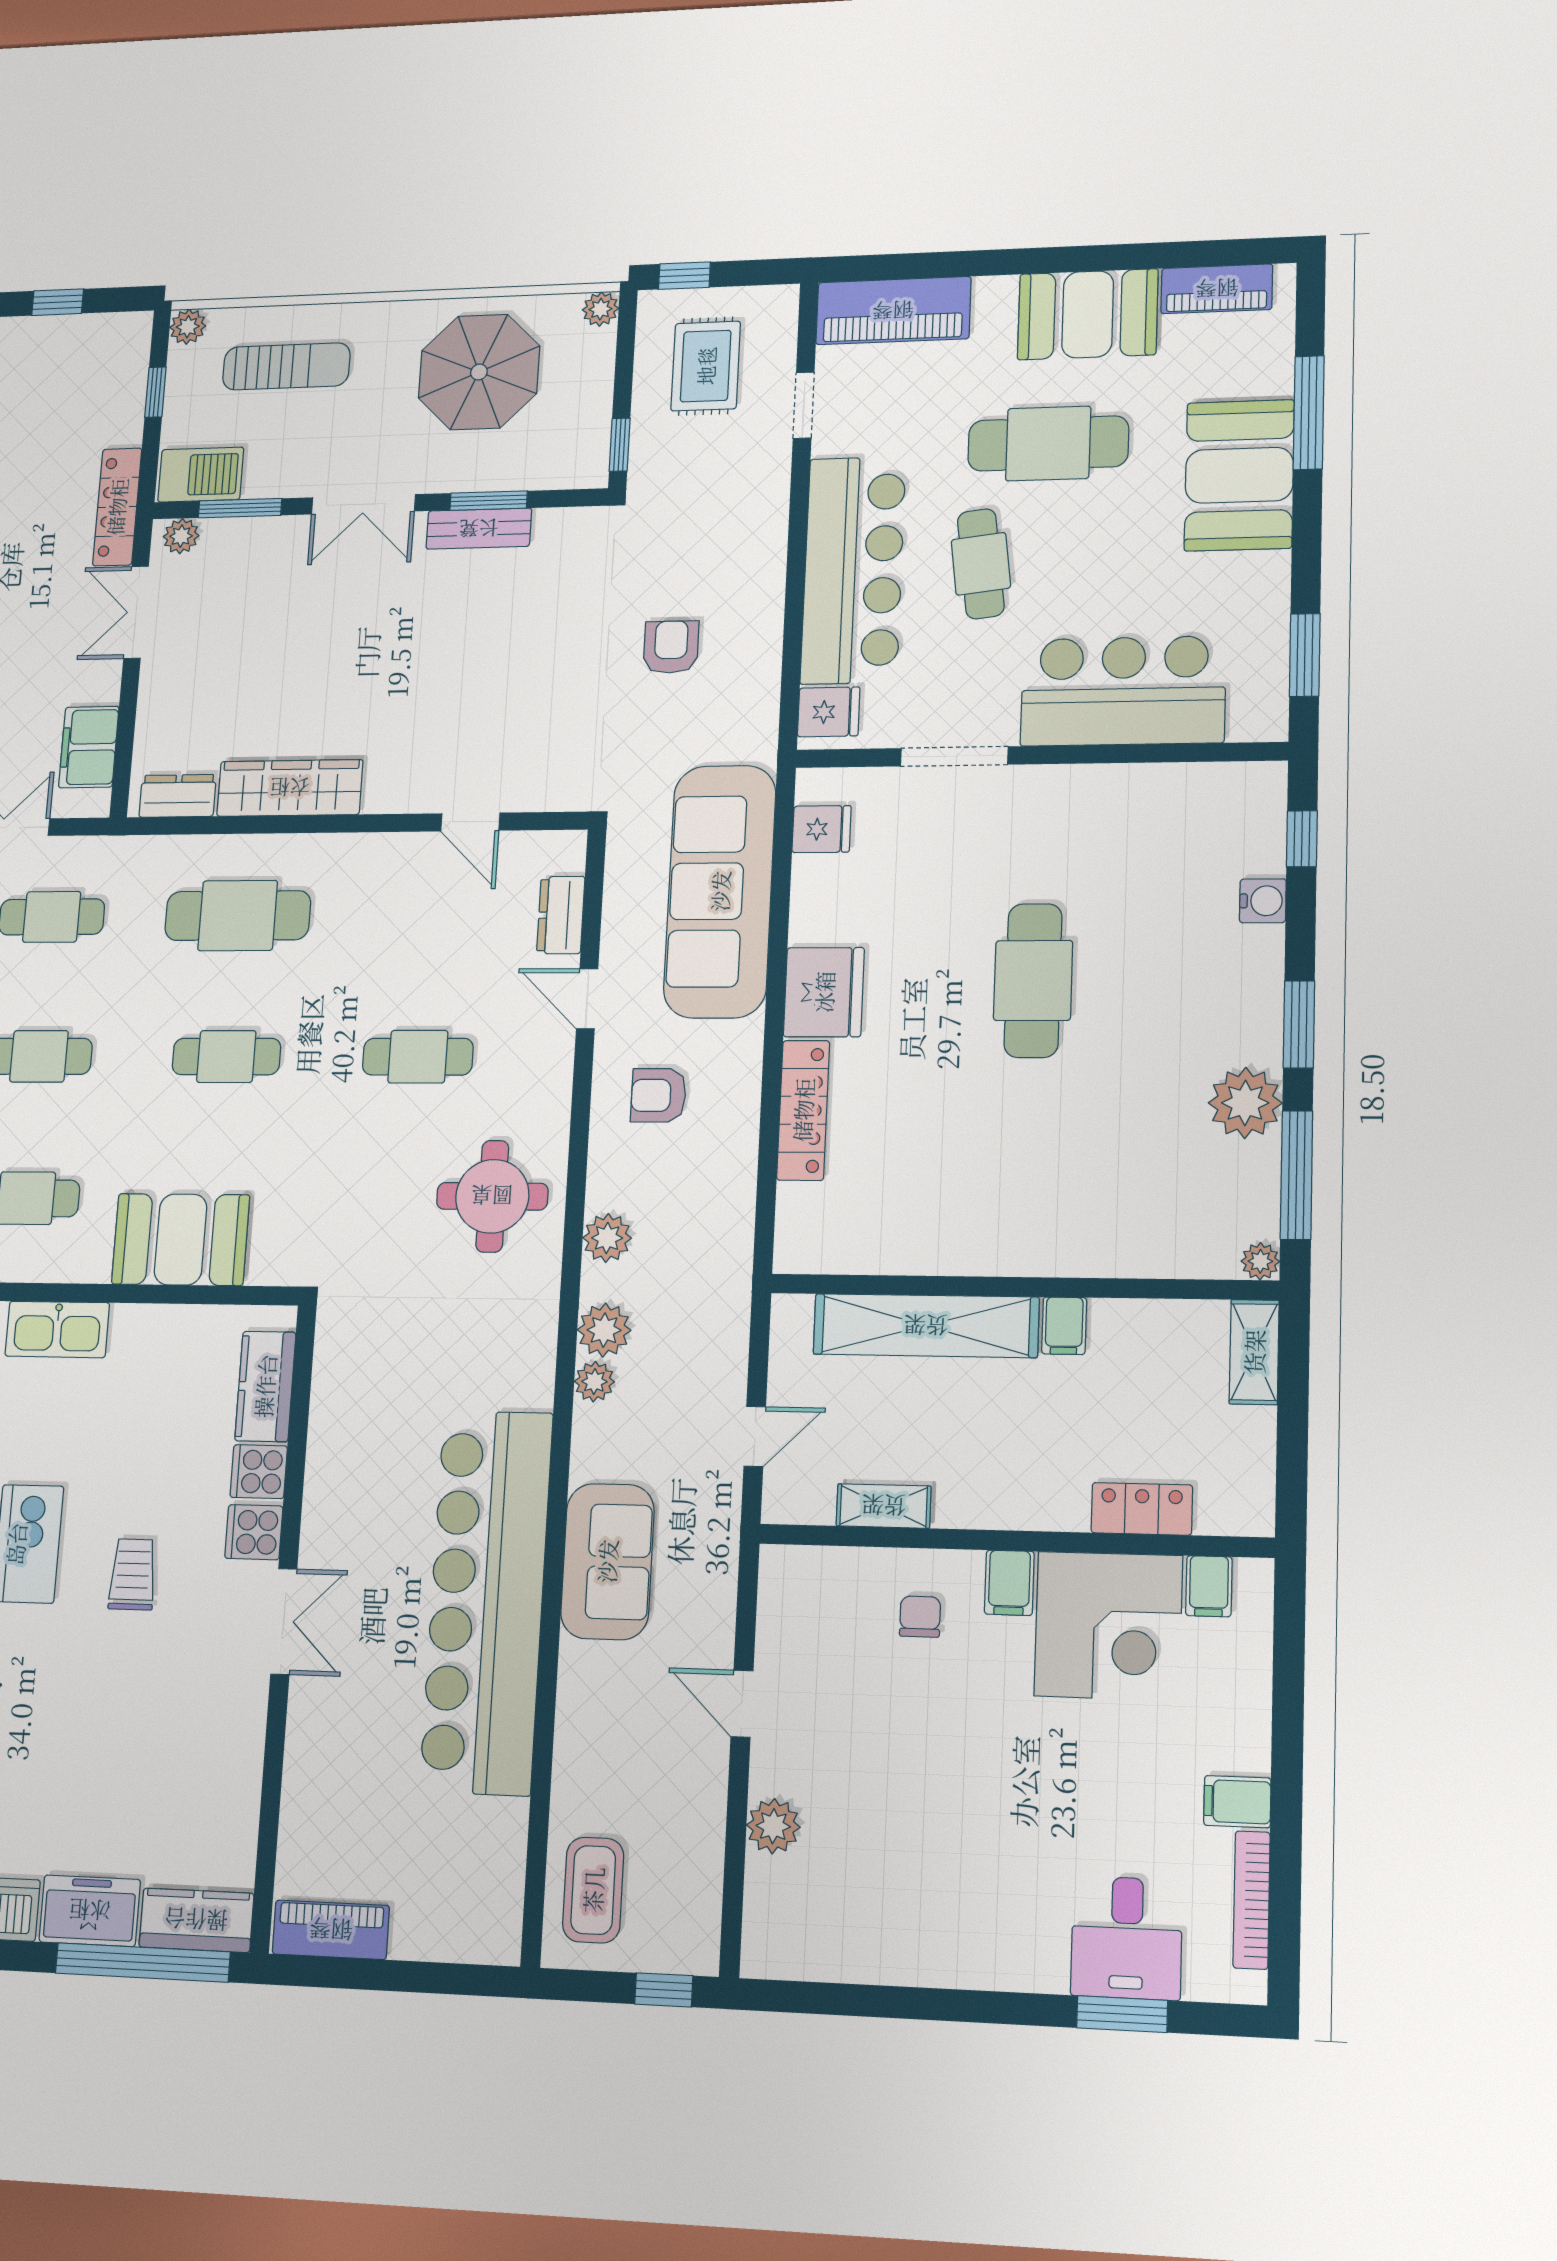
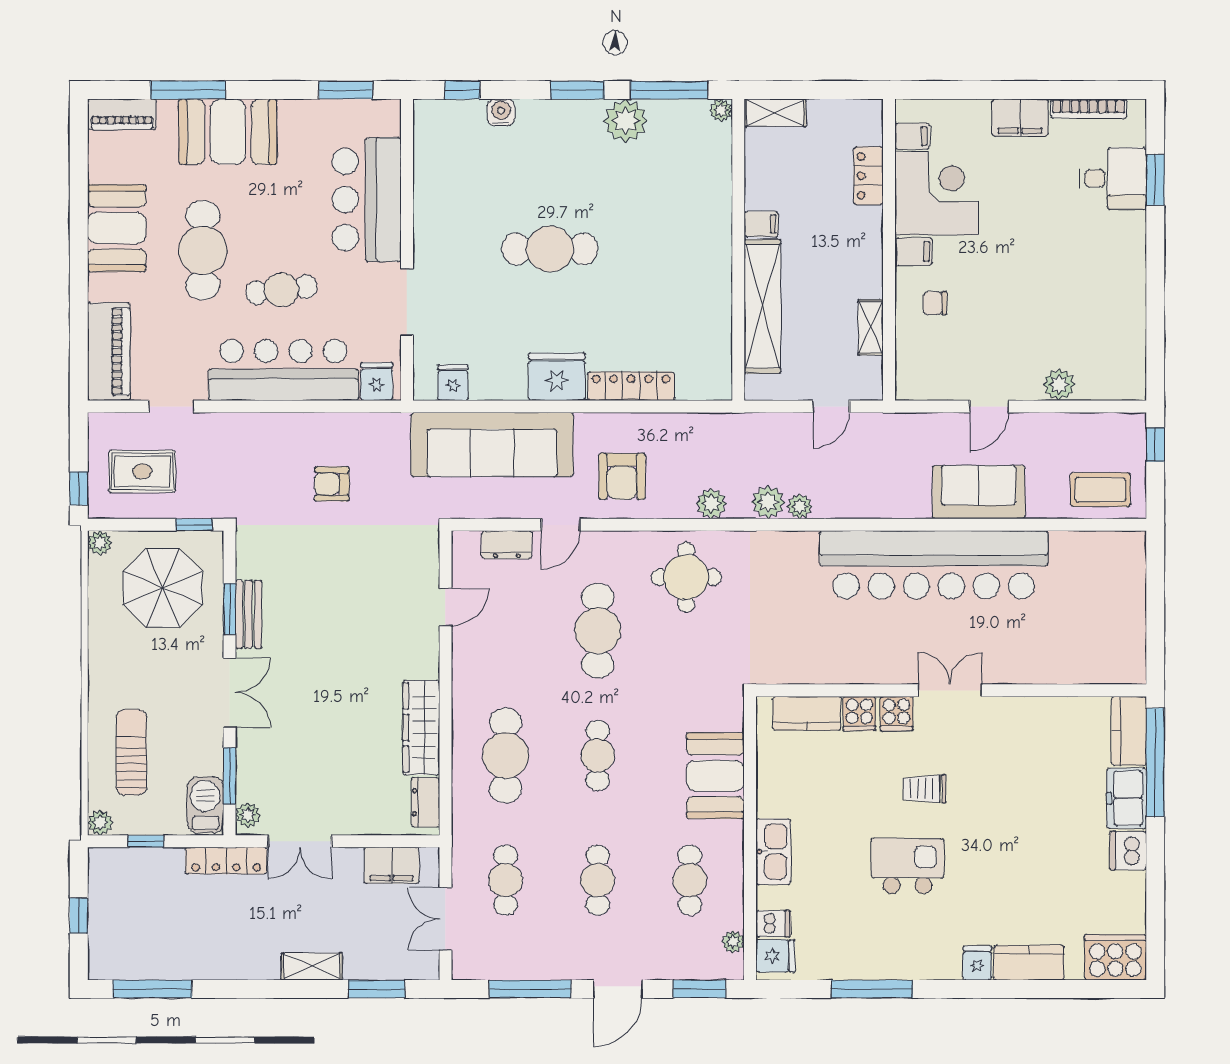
piano: (1217, 289) -> (122, 114), moved, turned 90
parasol: (479, 372) -> (163, 588), moved
cafe table: (418, 1057) -> (598, 631), width x1.37, depth x1.35
armchair: (659, 1095) -> (622, 476), width x1.38, depth x1.38
door: (755, 1436) -> (831, 406), swing flipped
sofa: (607, 1561) -> (979, 492), moved
filing cabinet: (1237, 1802) -> (1020, 118), width x2.00
piano: (331, 1930) -> (1131, 647), removed

